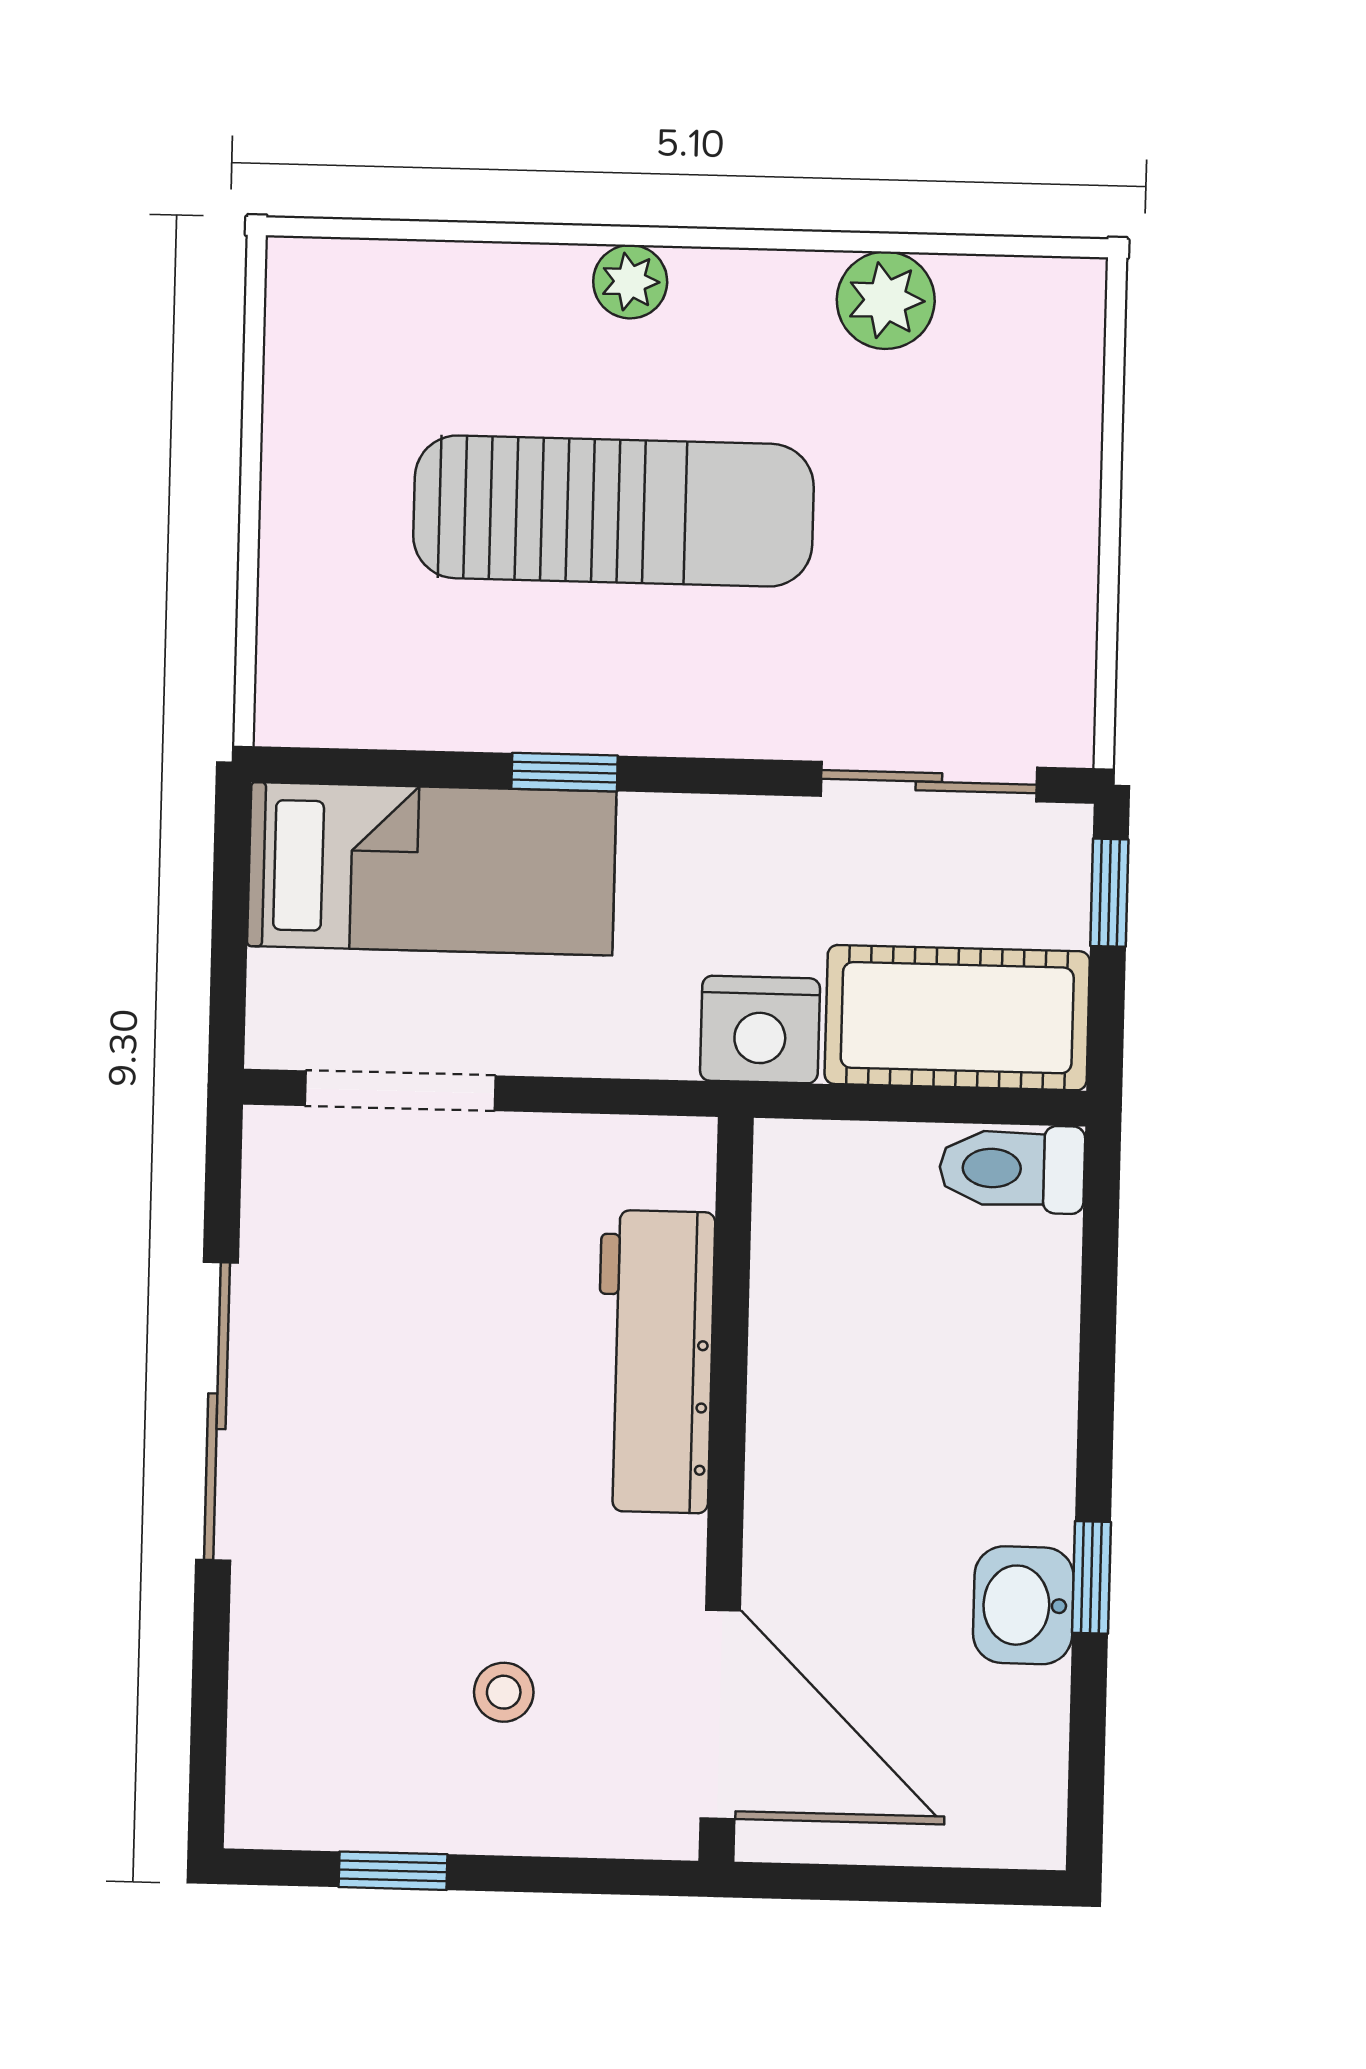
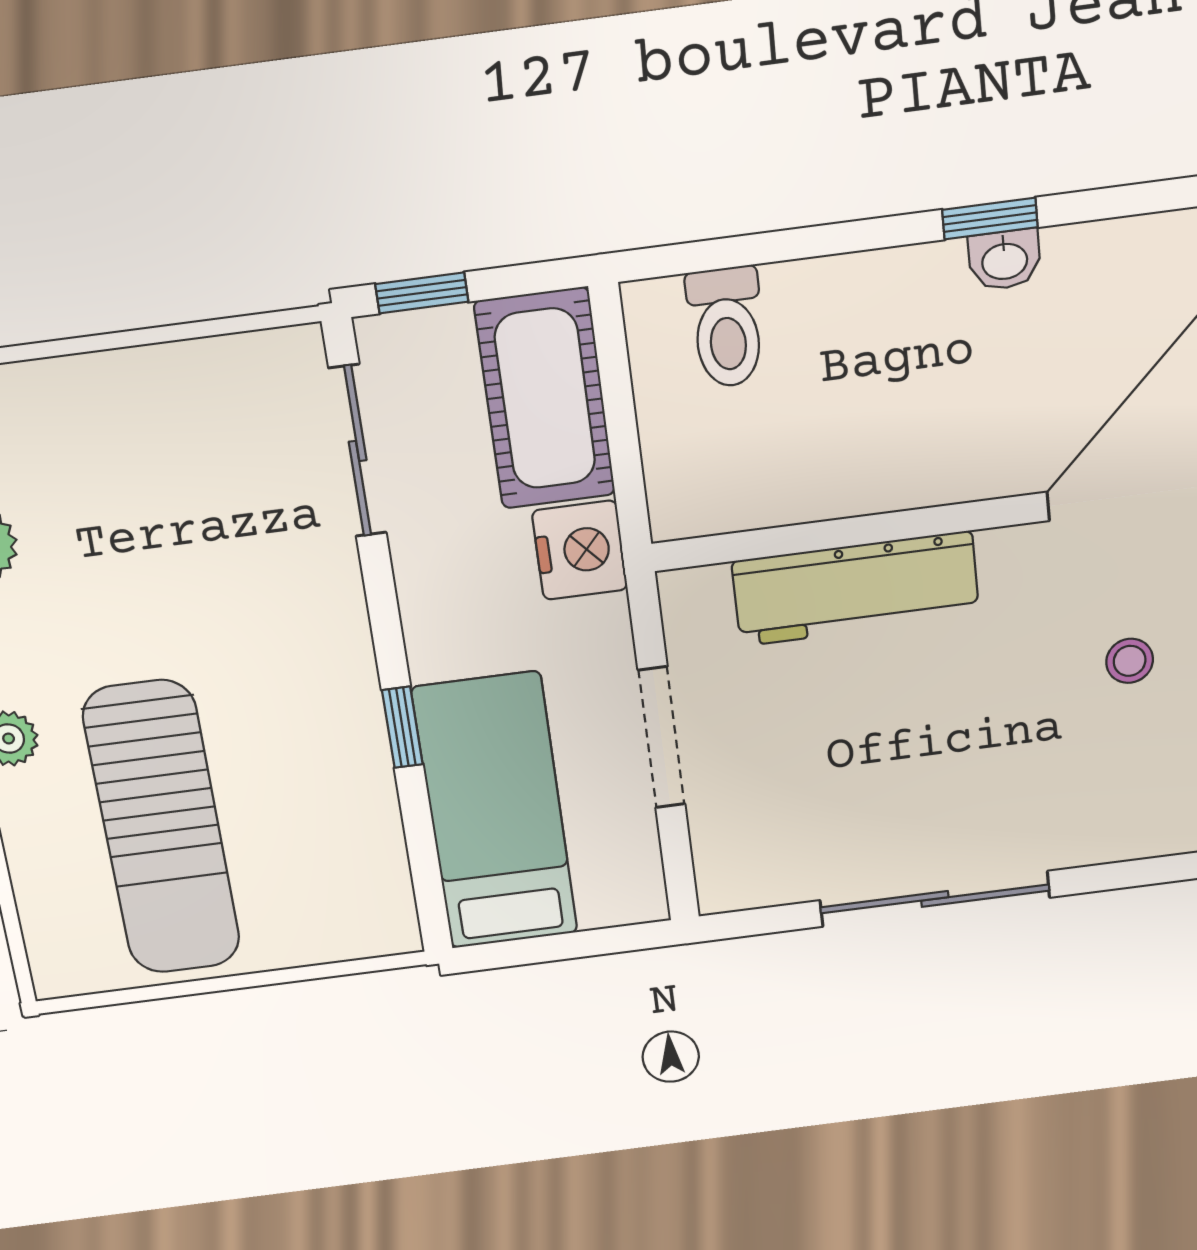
sun lounger: (613, 511) -> (162, 828), moved, turned 180
doorway: (400, 1091) -> (662, 737), moved
toilet: (1012, 1169) -> (727, 327), moved
washbasin: (1023, 1605) -> (1005, 260), width x0.72, depth x0.69

